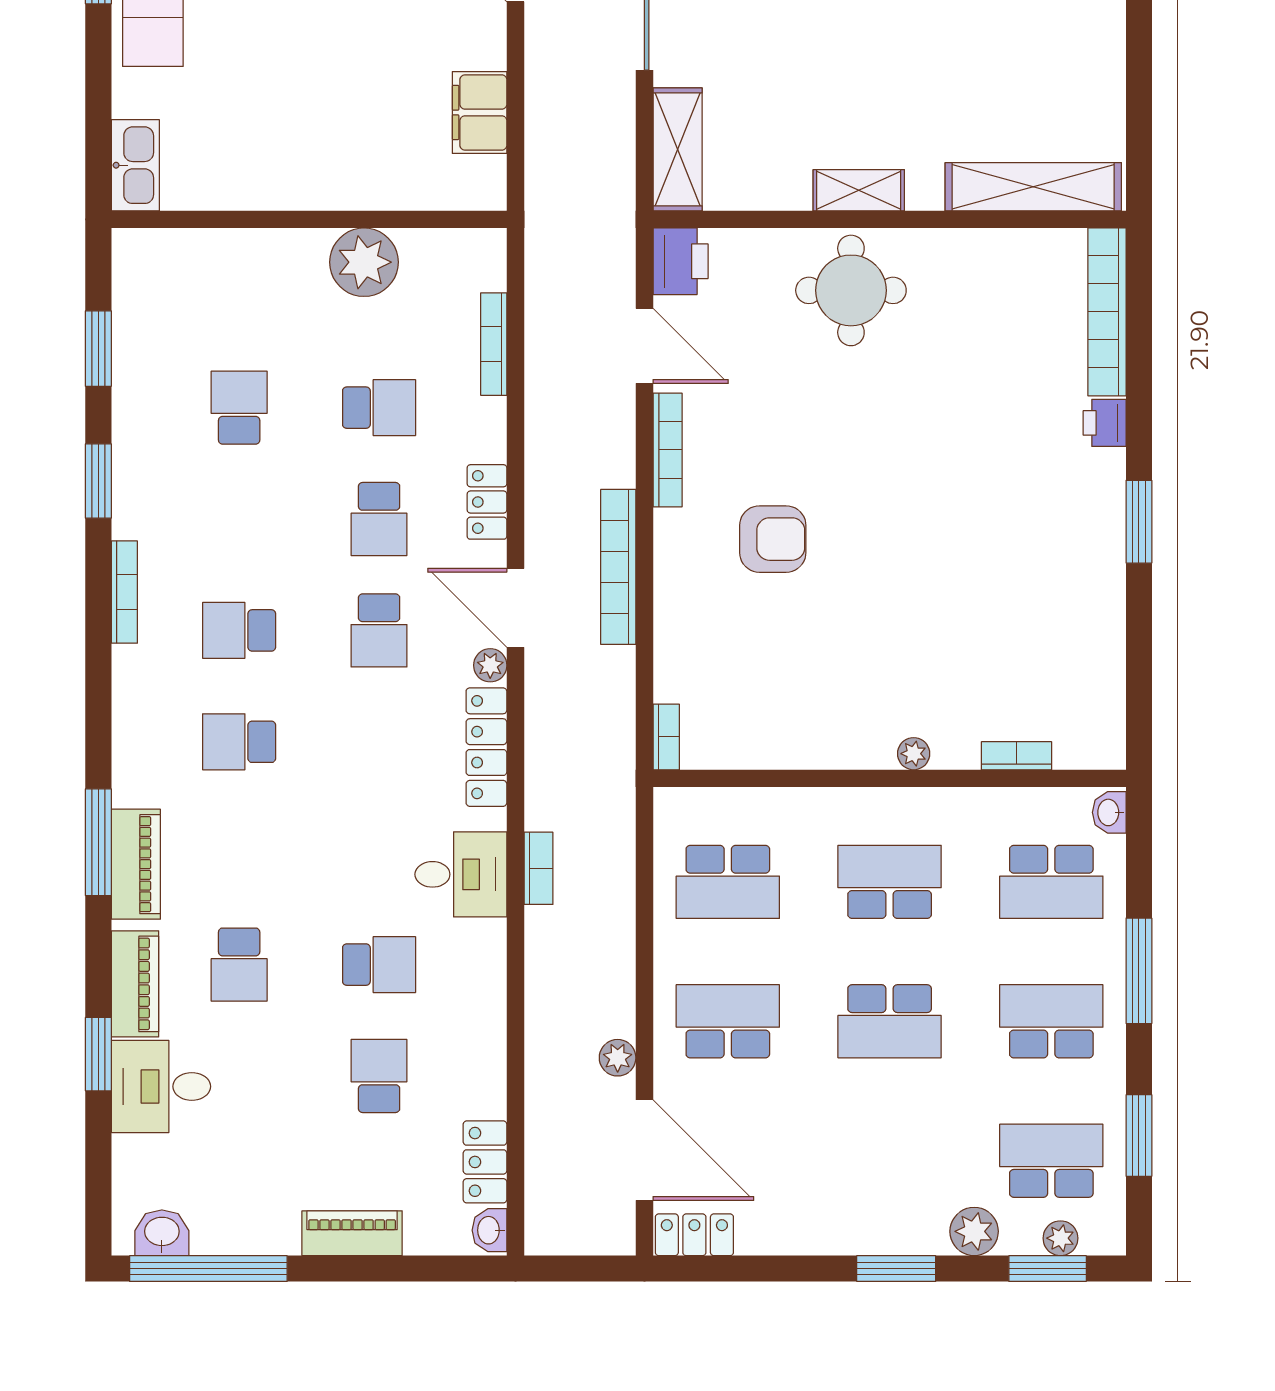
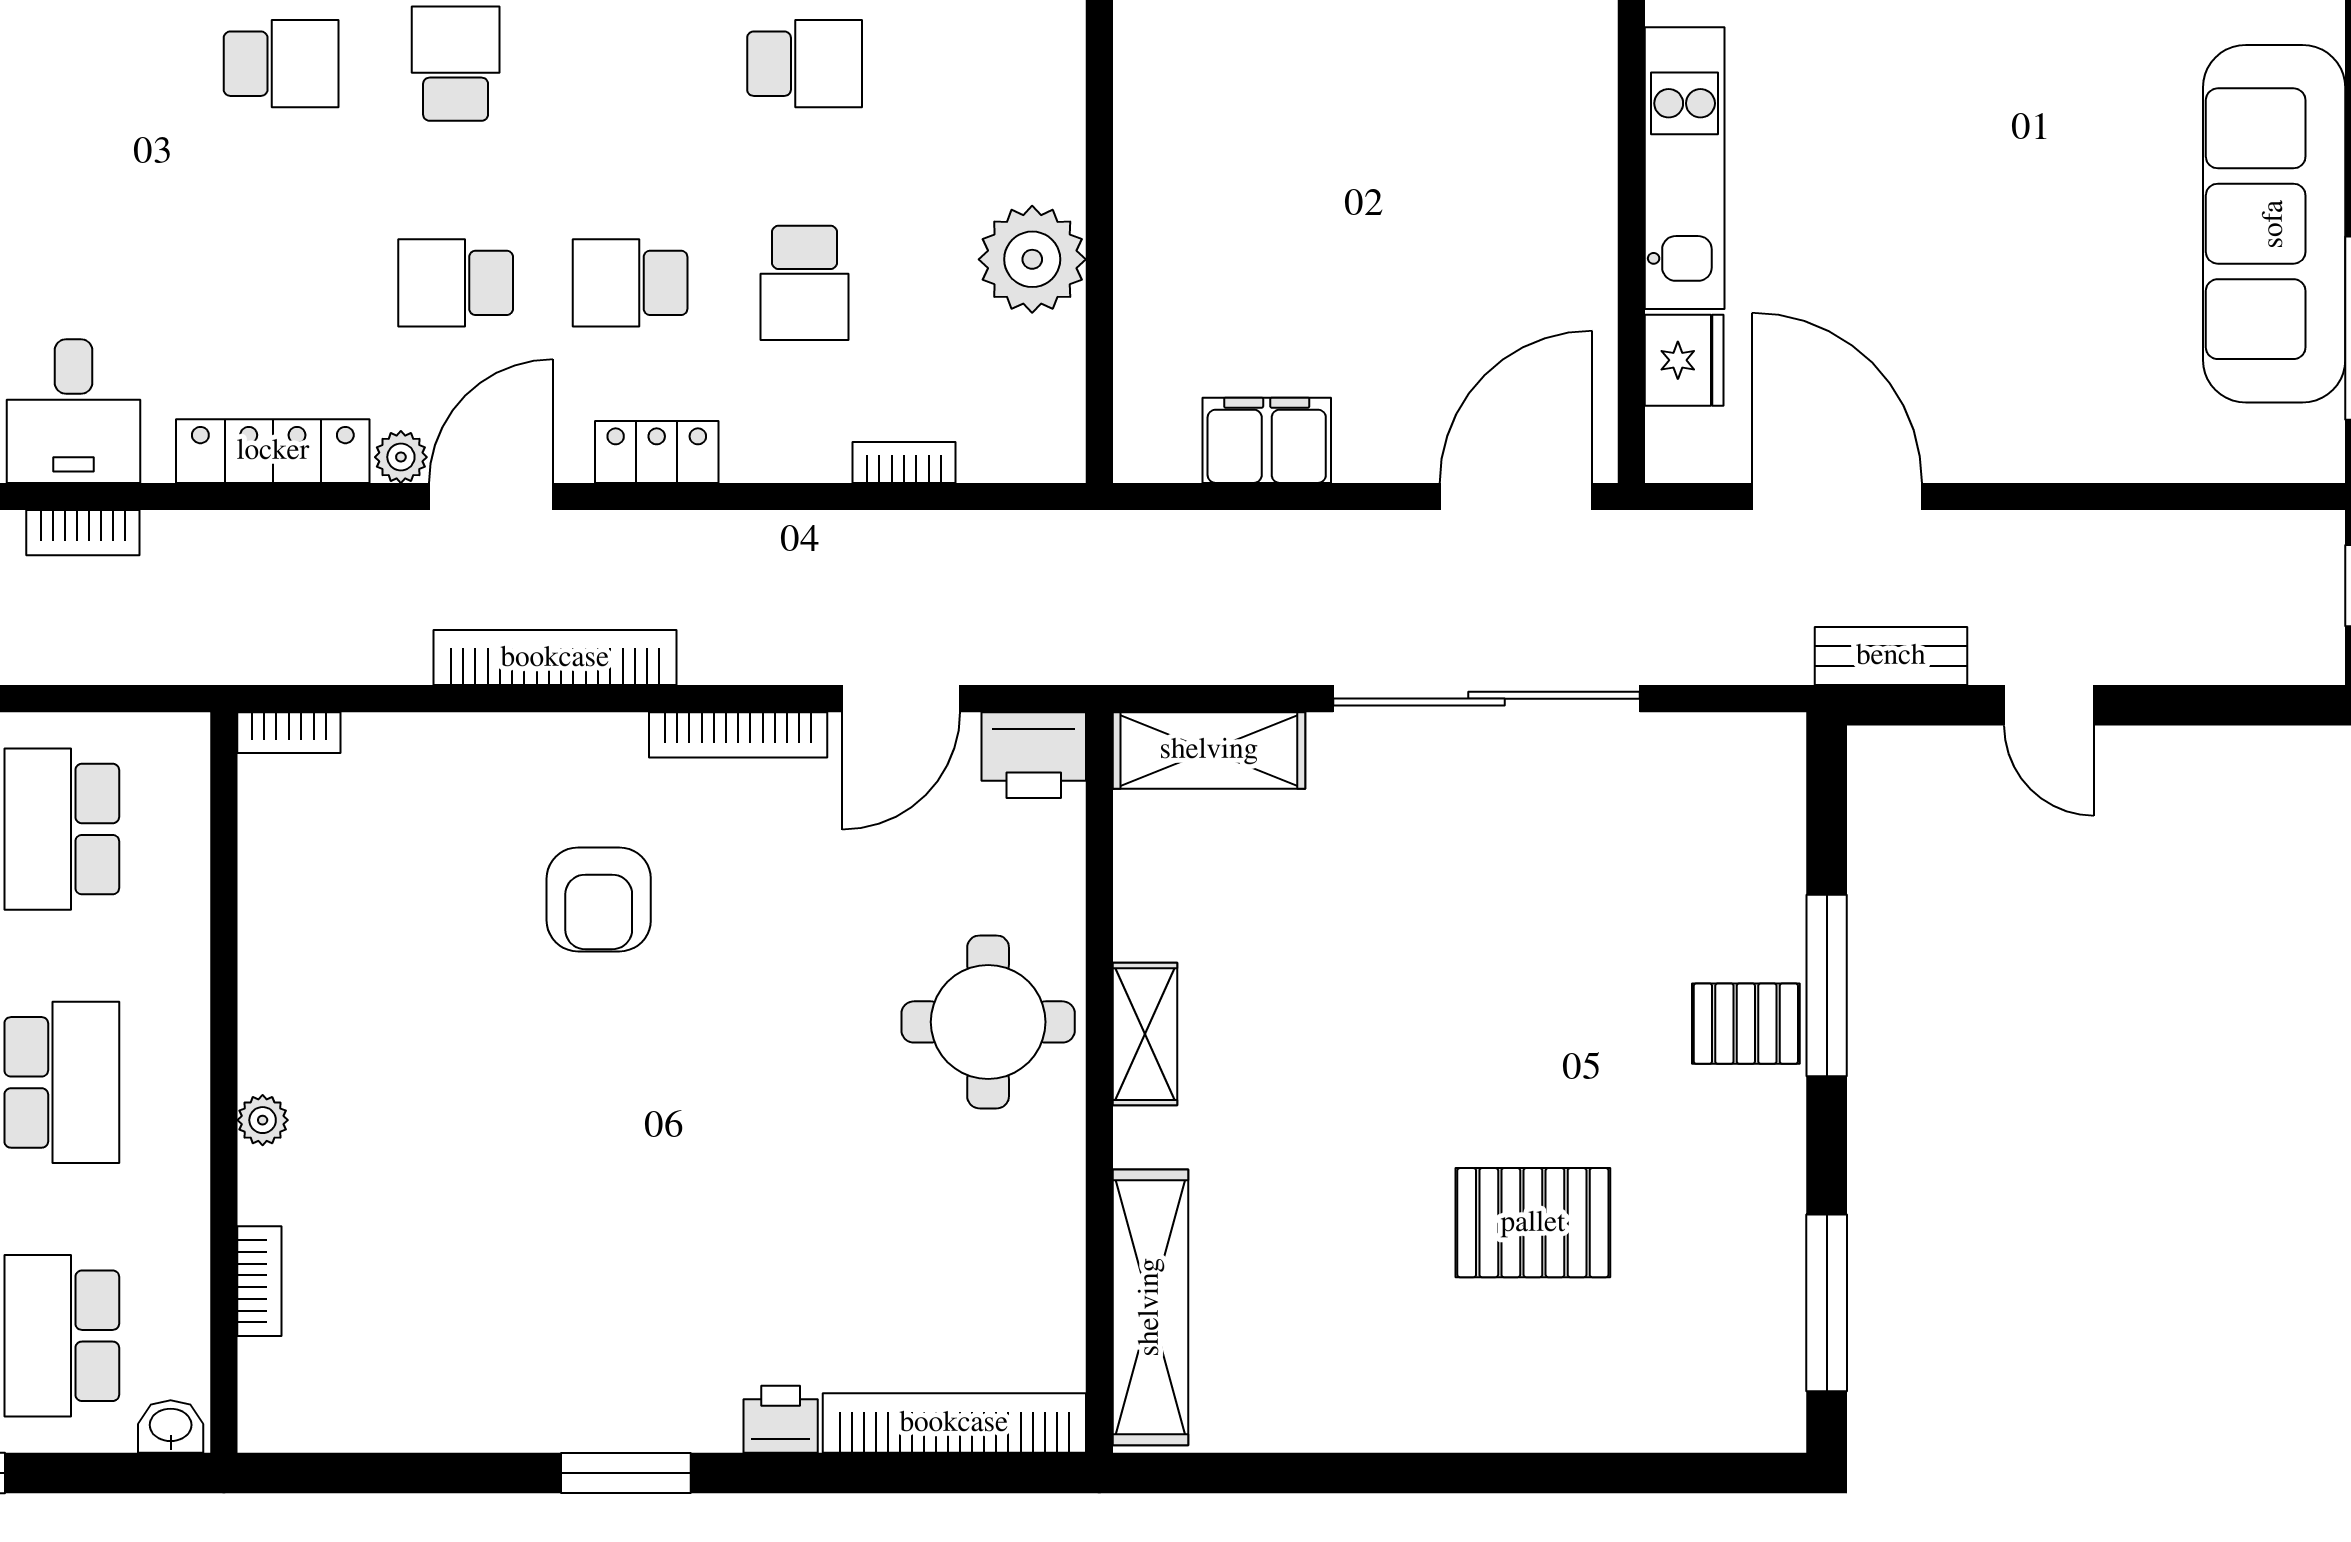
bookcase: (494, 344) -> (904, 463), width x0.64
school desk: (239, 742) -> (281, 64), turned 90

